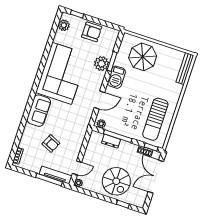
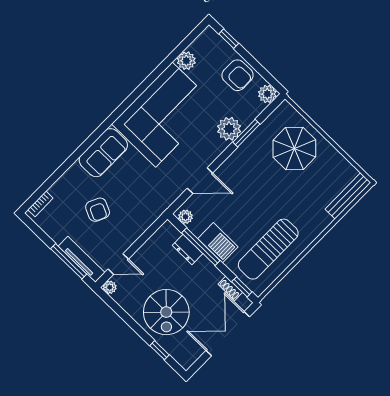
plant: (64, 25) -> (186, 61), moved
plant: (113, 34) -> (267, 94), added
barbecue: (116, 77) -> (218, 243), moved, turned -90

